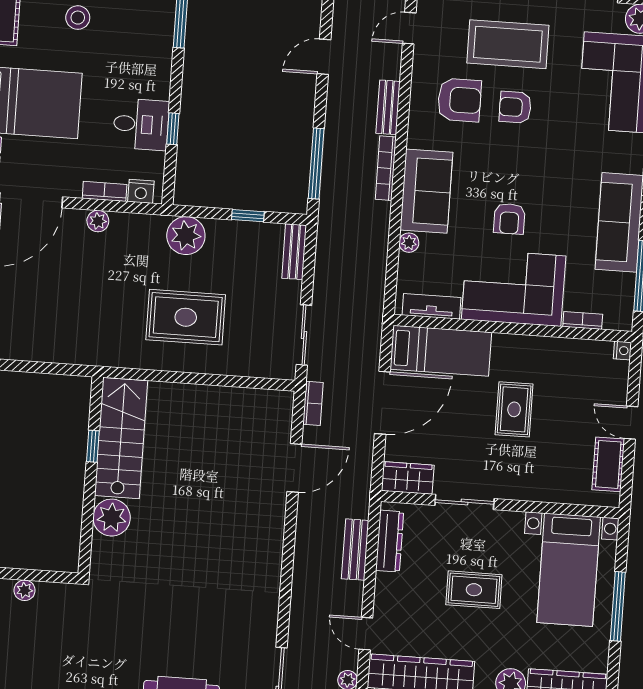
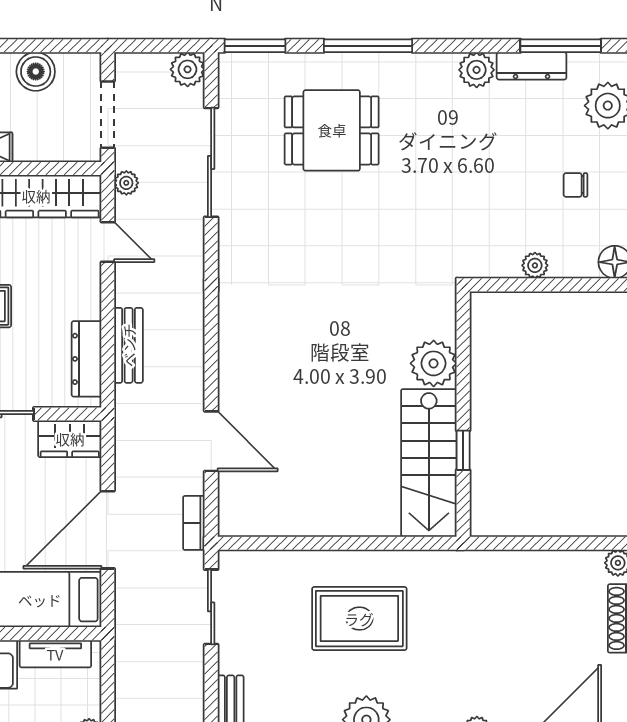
door: (294, 468) -> (211, 441), swing flipped

